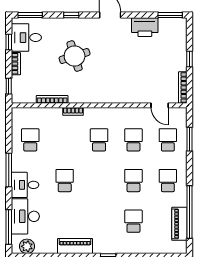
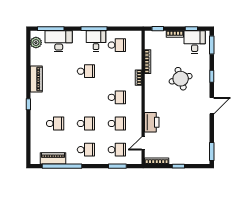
printer: (145, 27) -> (152, 122), moved, turned 180
desk: (25, 185) -> (96, 41), moved

